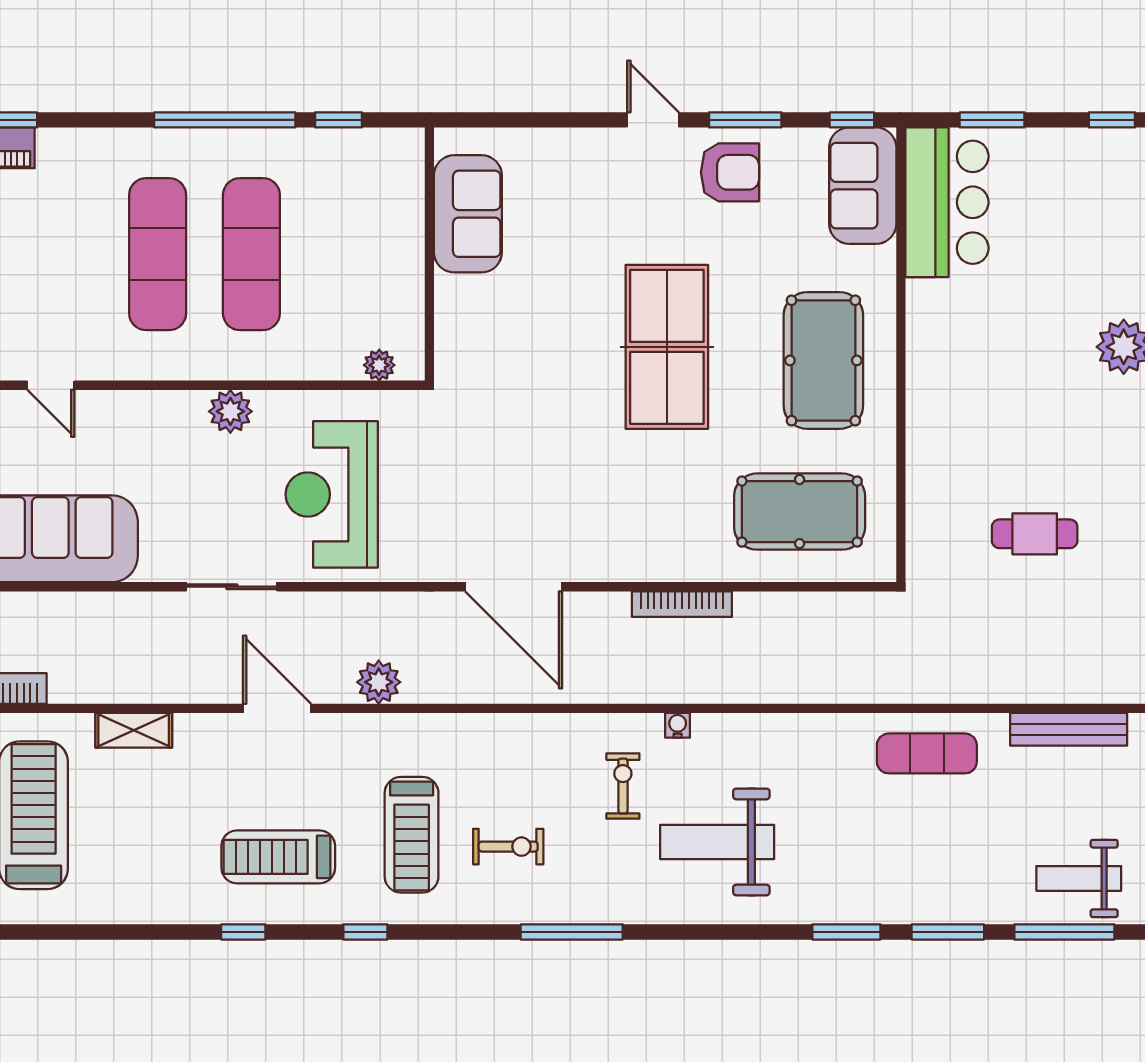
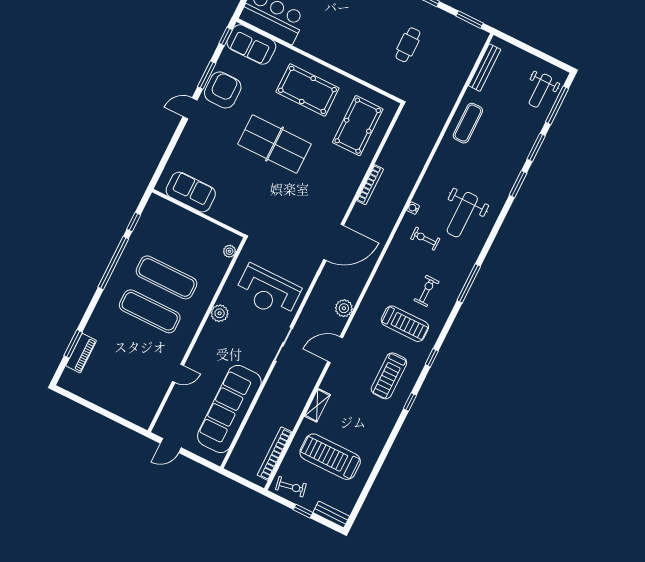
armchair: (730, 172) -> (223, 90), width x1.36, depth x1.36

